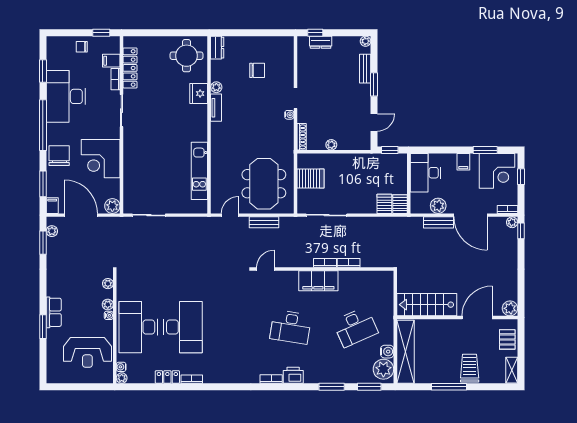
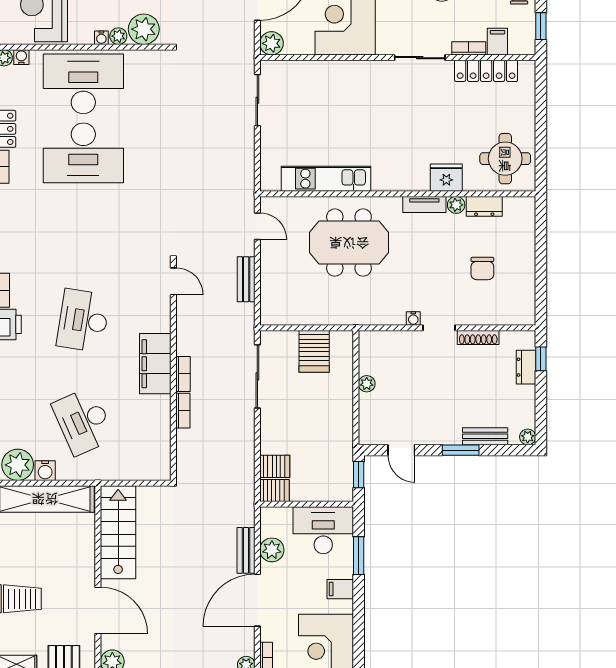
dresser: (217, 48) -> (484, 206), moved
shoe rack: (302, 137) -> (478, 338), moved
window: (485, 150) -> (359, 556), moved
meeting table: (264, 184) -> (349, 243), moved
plant: (108, 284) -> (144, 29), width x1.88, depth x1.88

